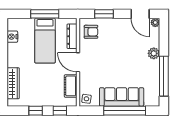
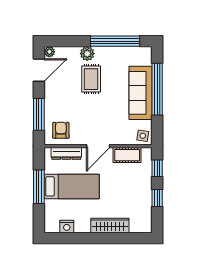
window: (104, 14) -> (39, 114), width x1.44
rug: (133, 57) -> (91, 79), added
wardrobe: (13, 83) -> (110, 225), moved

